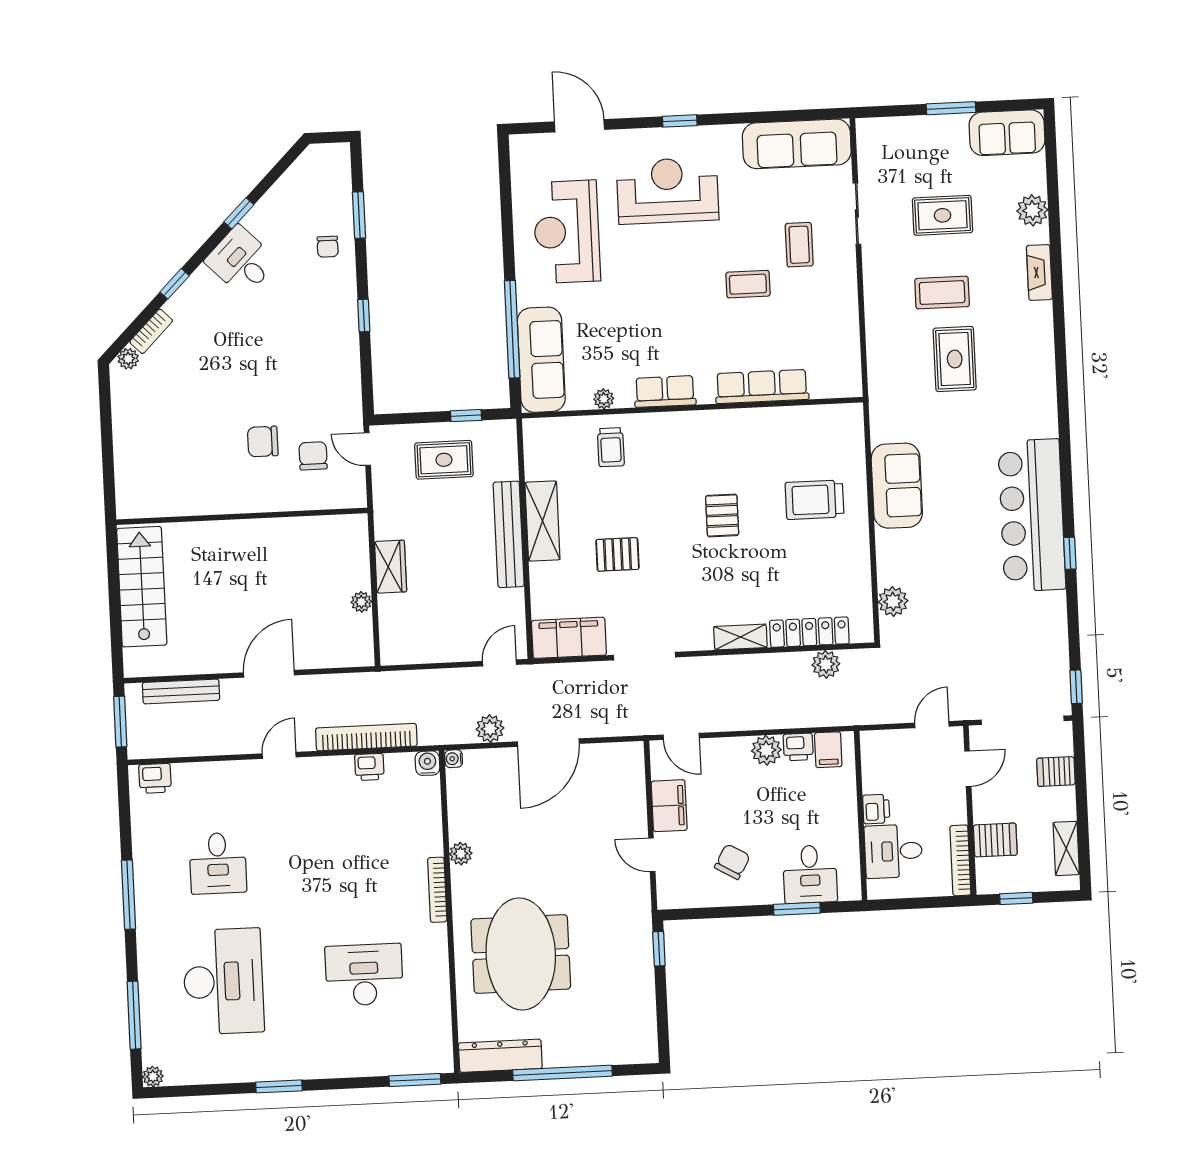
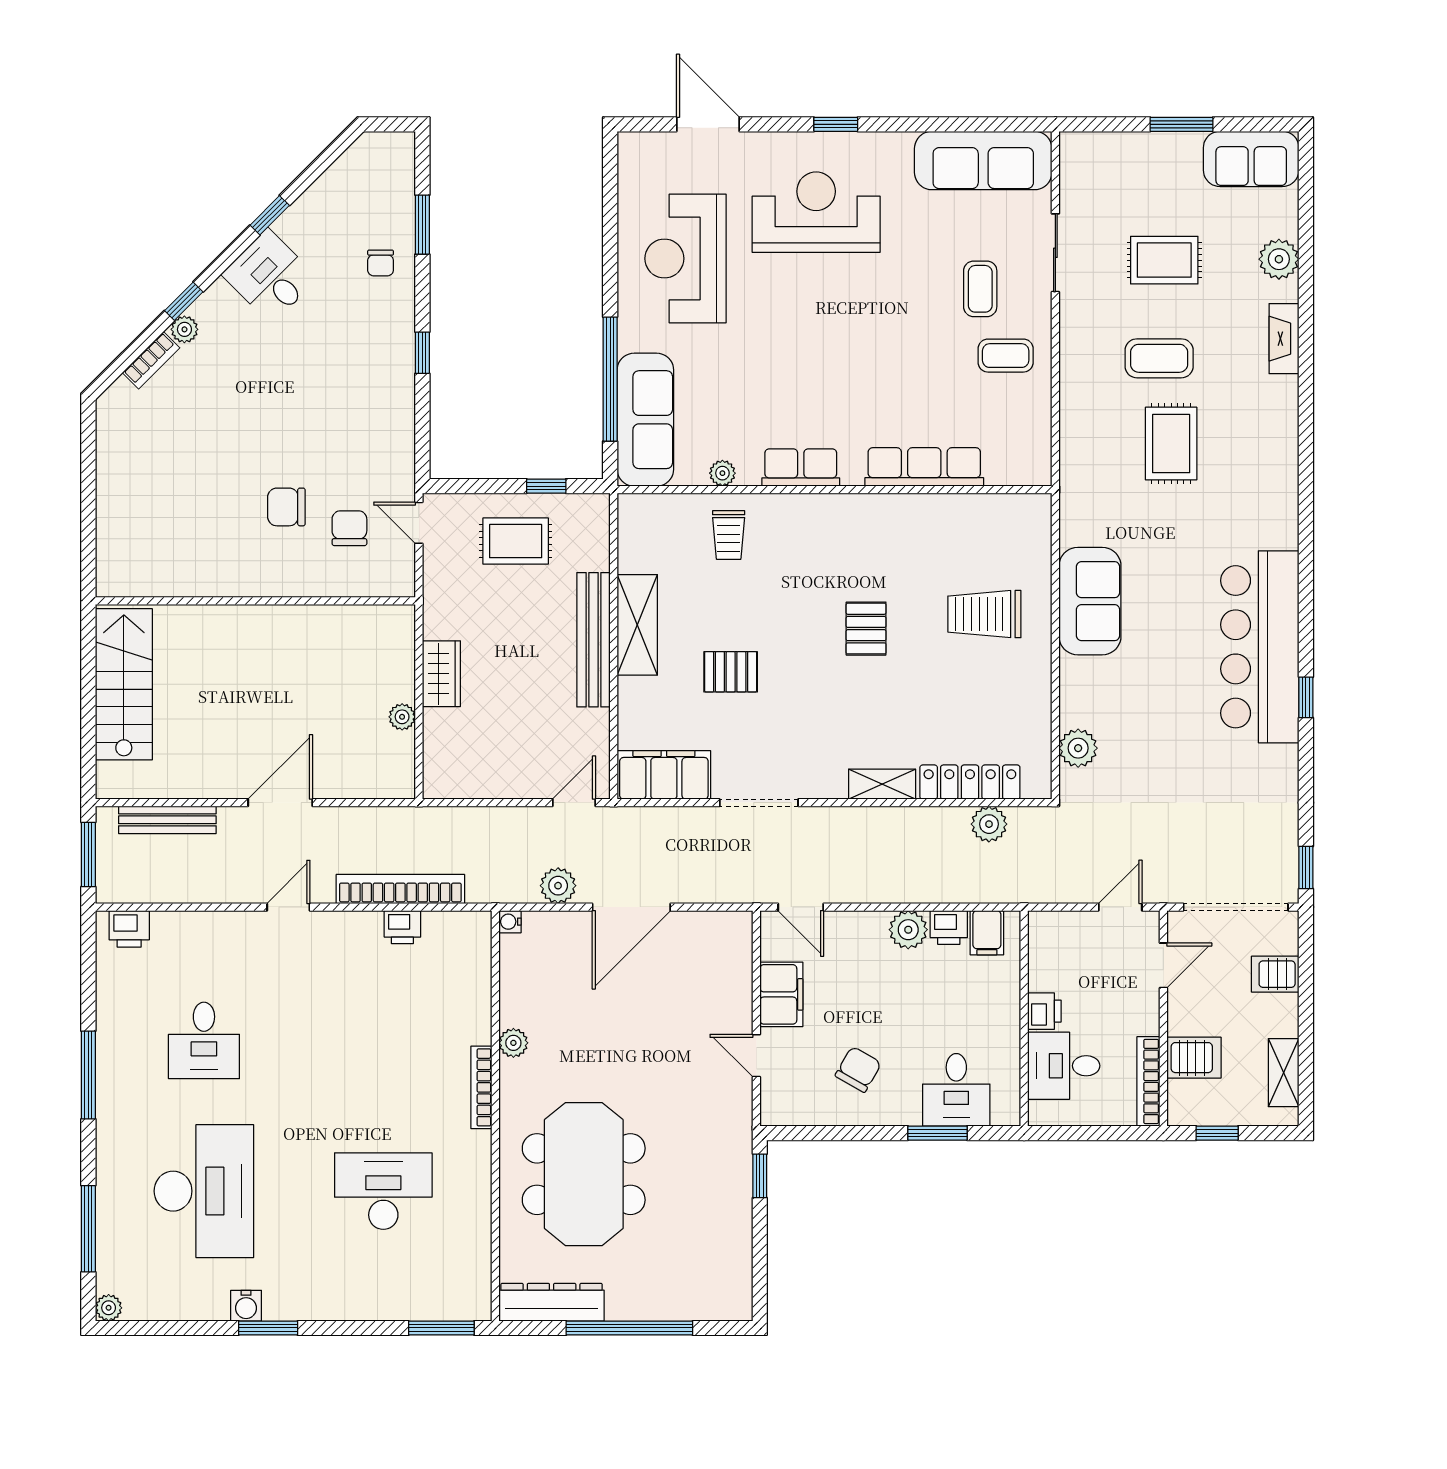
coffee table: (748, 284) -> (1006, 356), moved
plant: (128, 359) -> (184, 329), moved
water cooler: (427, 763) -> (246, 1306), moved, turned 180

